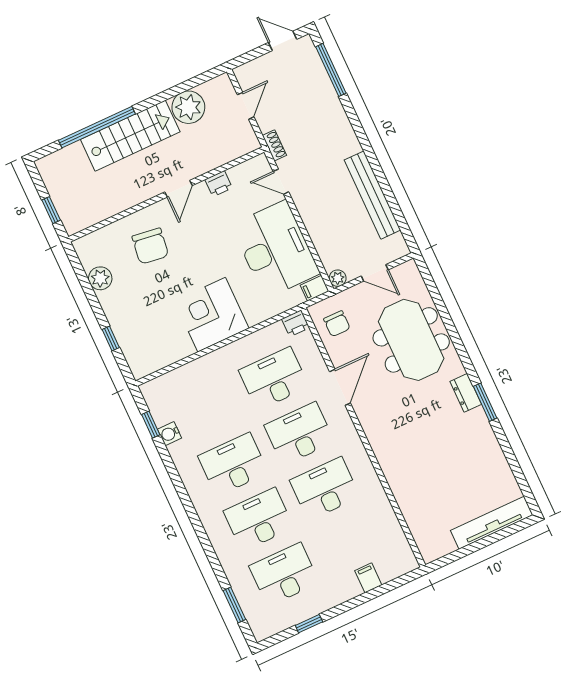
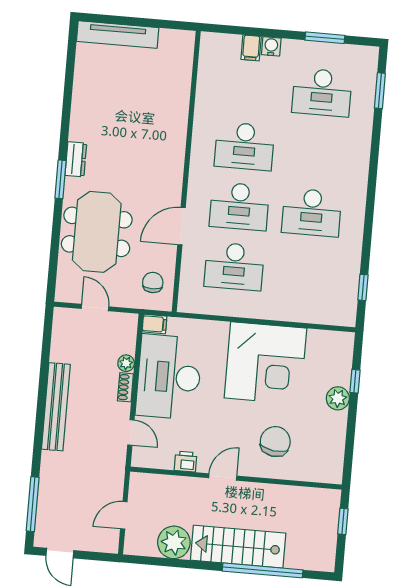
shoe rack: (274, 145) -> (125, 387), moved
bench: (372, 195) -> (56, 407), moved
plant: (100, 278) -> (338, 398), moved
plant: (338, 278) -> (126, 363), moved
corner desk: (212, 315) -> (265, 363), width x1.36, depth x1.36
printer: (295, 323) -> (188, 303), removed
window: (485, 402) -> (60, 179), moved
water cooler: (170, 434) -> (271, 46), moved, turned -90
desk: (259, 519) -> (317, 152), removed
window: (309, 624) -> (325, 38), width x1.50

